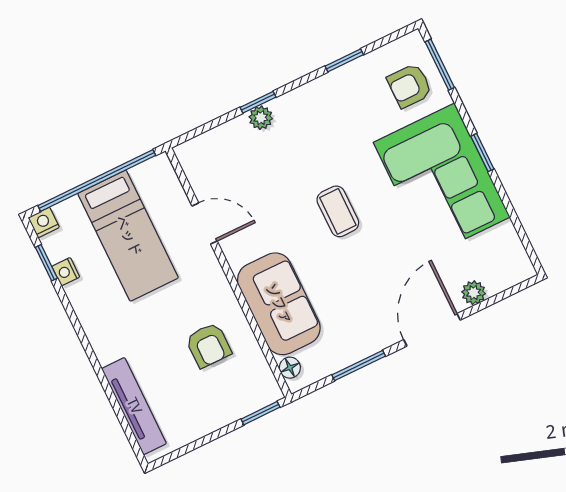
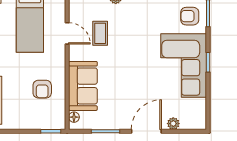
coffee table: (338, 211) -> (100, 33), moved

